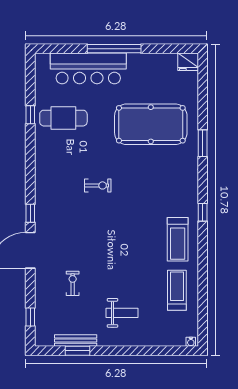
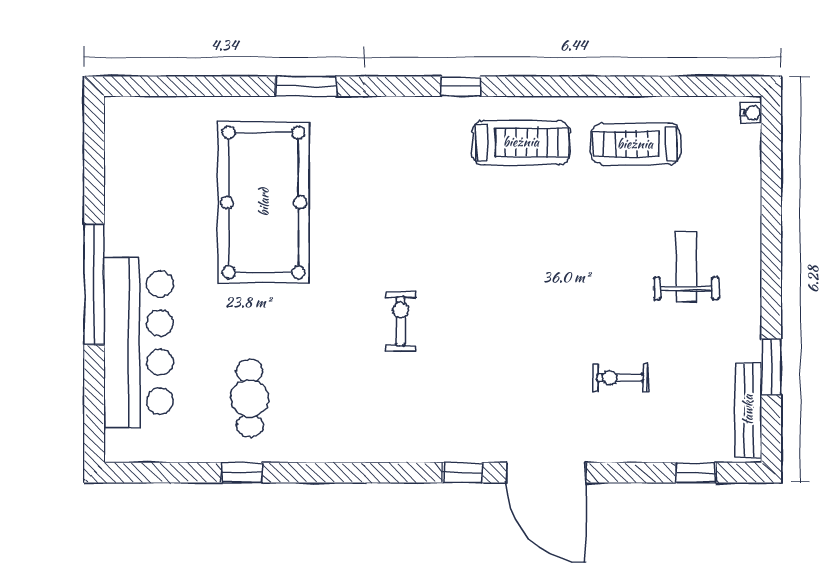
fridge: (188, 62) -> (123, 119), removed
cafe table: (63, 118) -> (250, 398), width x0.73, depth x0.74
bench: (76, 341) -> (748, 410), moved

